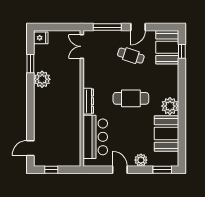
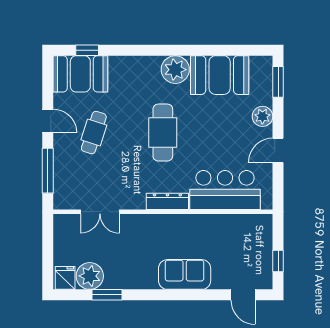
double door: (82, 46) -> (100, 212), moved
plant: (42, 79) -> (90, 276), moved
sofa: (43, 112) -> (185, 274), added

